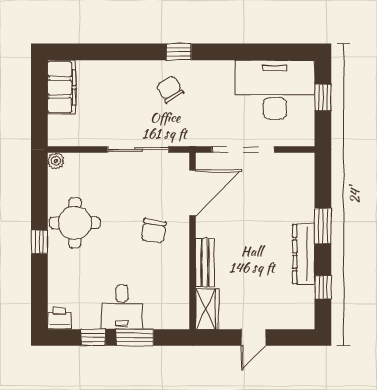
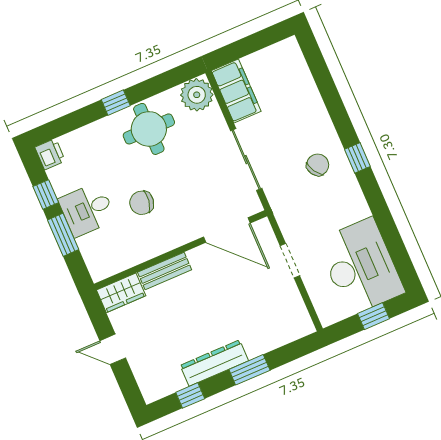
filing cabinet: (62, 87) -> (236, 91), moved, turned -90
doorway: (243, 149) -> (290, 261), width x0.53
plant: (56, 161) -> (197, 95), width x1.87, depth x1.87
chair: (153, 231) -> (142, 203), moved

